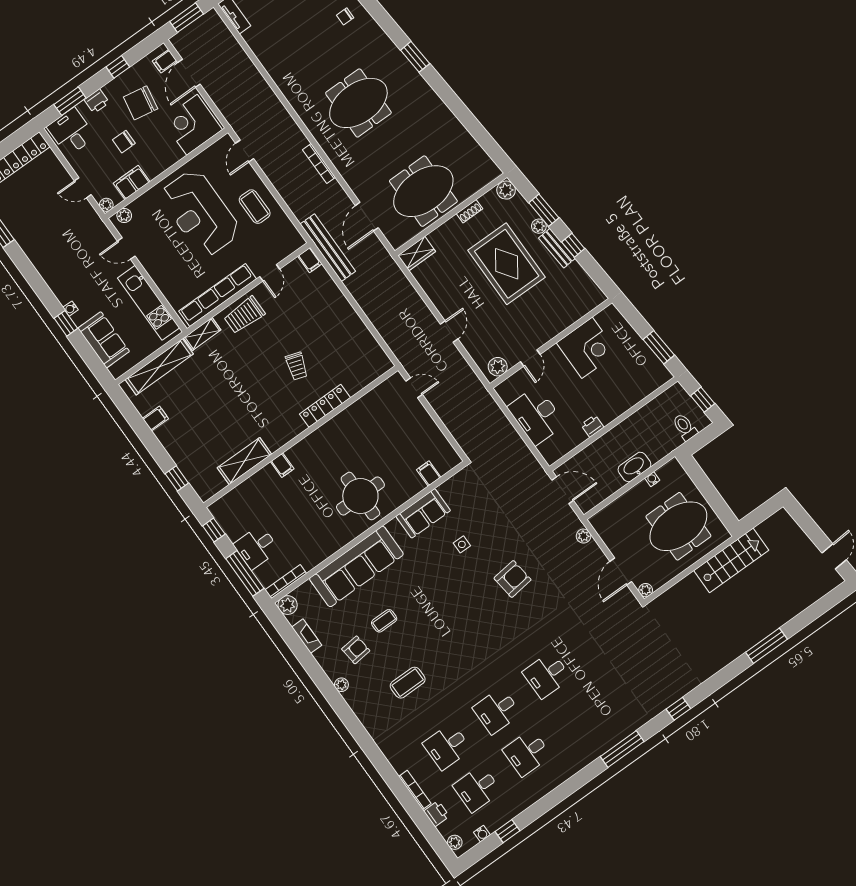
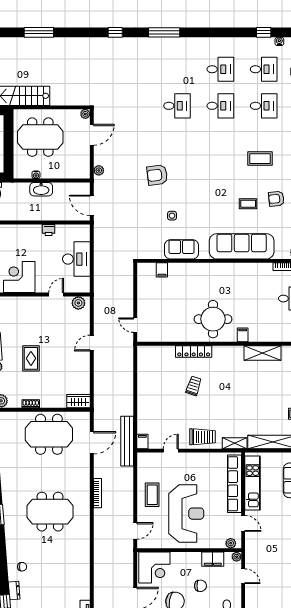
rug: (507, 264) -> (31, 358), width x0.54, depth x0.49
row of seats: (218, 295) -> (234, 484), moved, turned 90
round table: (360, 496) -> (213, 319), moved

